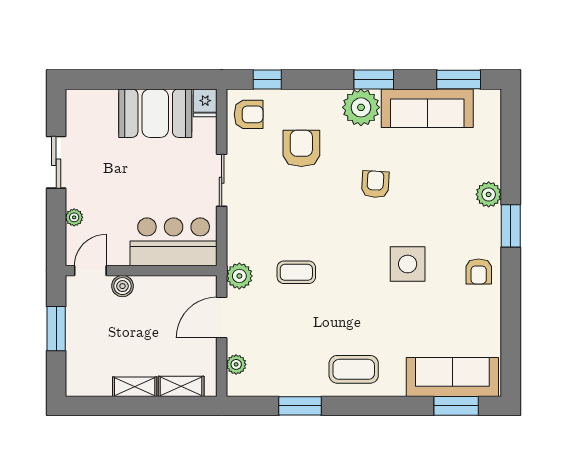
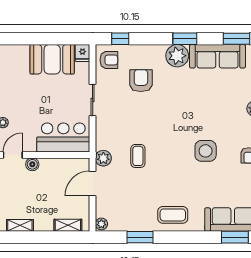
armchair: (375, 184) -> (186, 102), removed
coffee table: (296, 272) -> (138, 156), turned 90
plant: (236, 364) -> (101, 224), moved
shelving: (135, 387) -> (20, 225), moved

